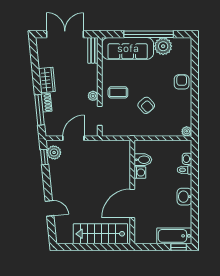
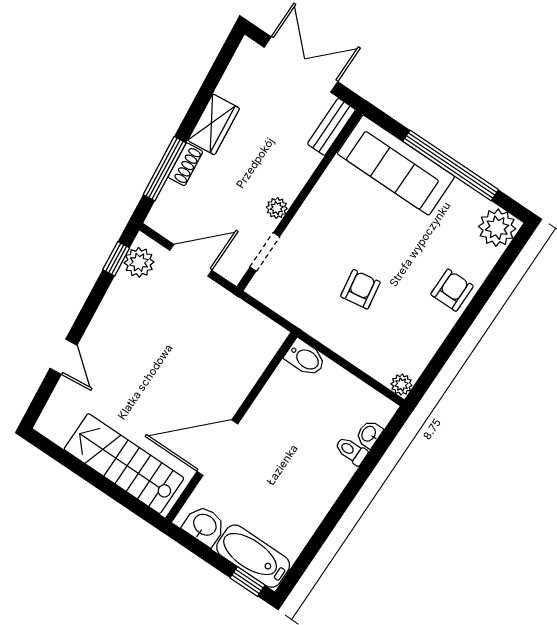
plant: (163, 46) -> (497, 228), moved
coffee table: (118, 92) -> (326, 232), removed
armchair: (146, 105) -> (360, 289), turned -147
bidet: (143, 160) -> (305, 358), moved
washing machine: (140, 173) -> (268, 402), removed
washbasin: (184, 197) -> (204, 525), moved, turned 90

